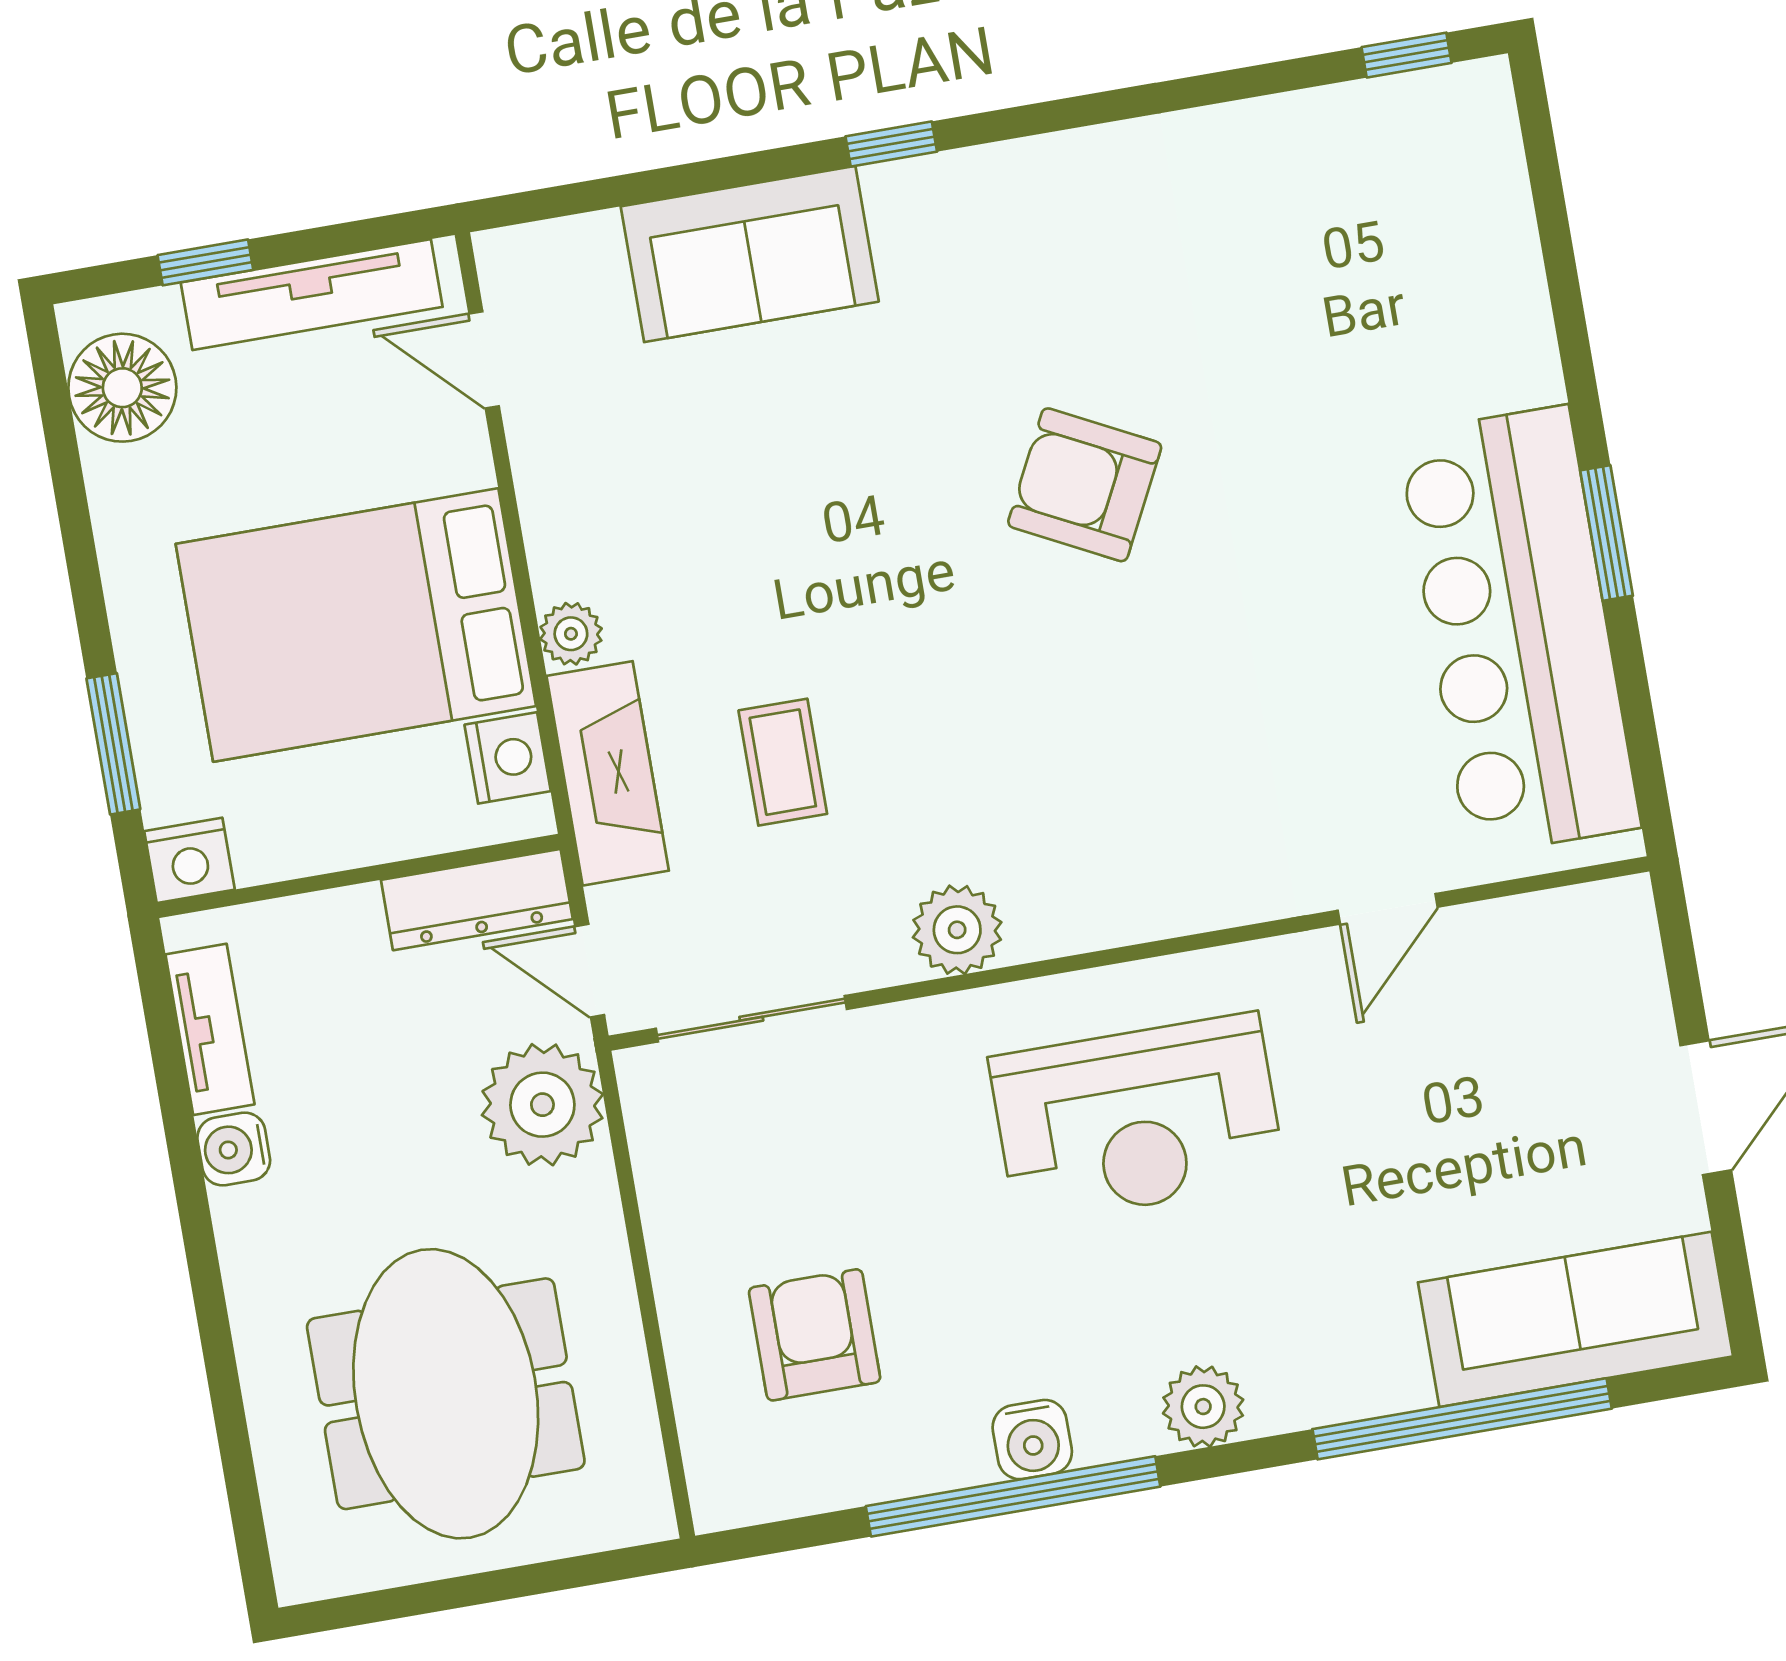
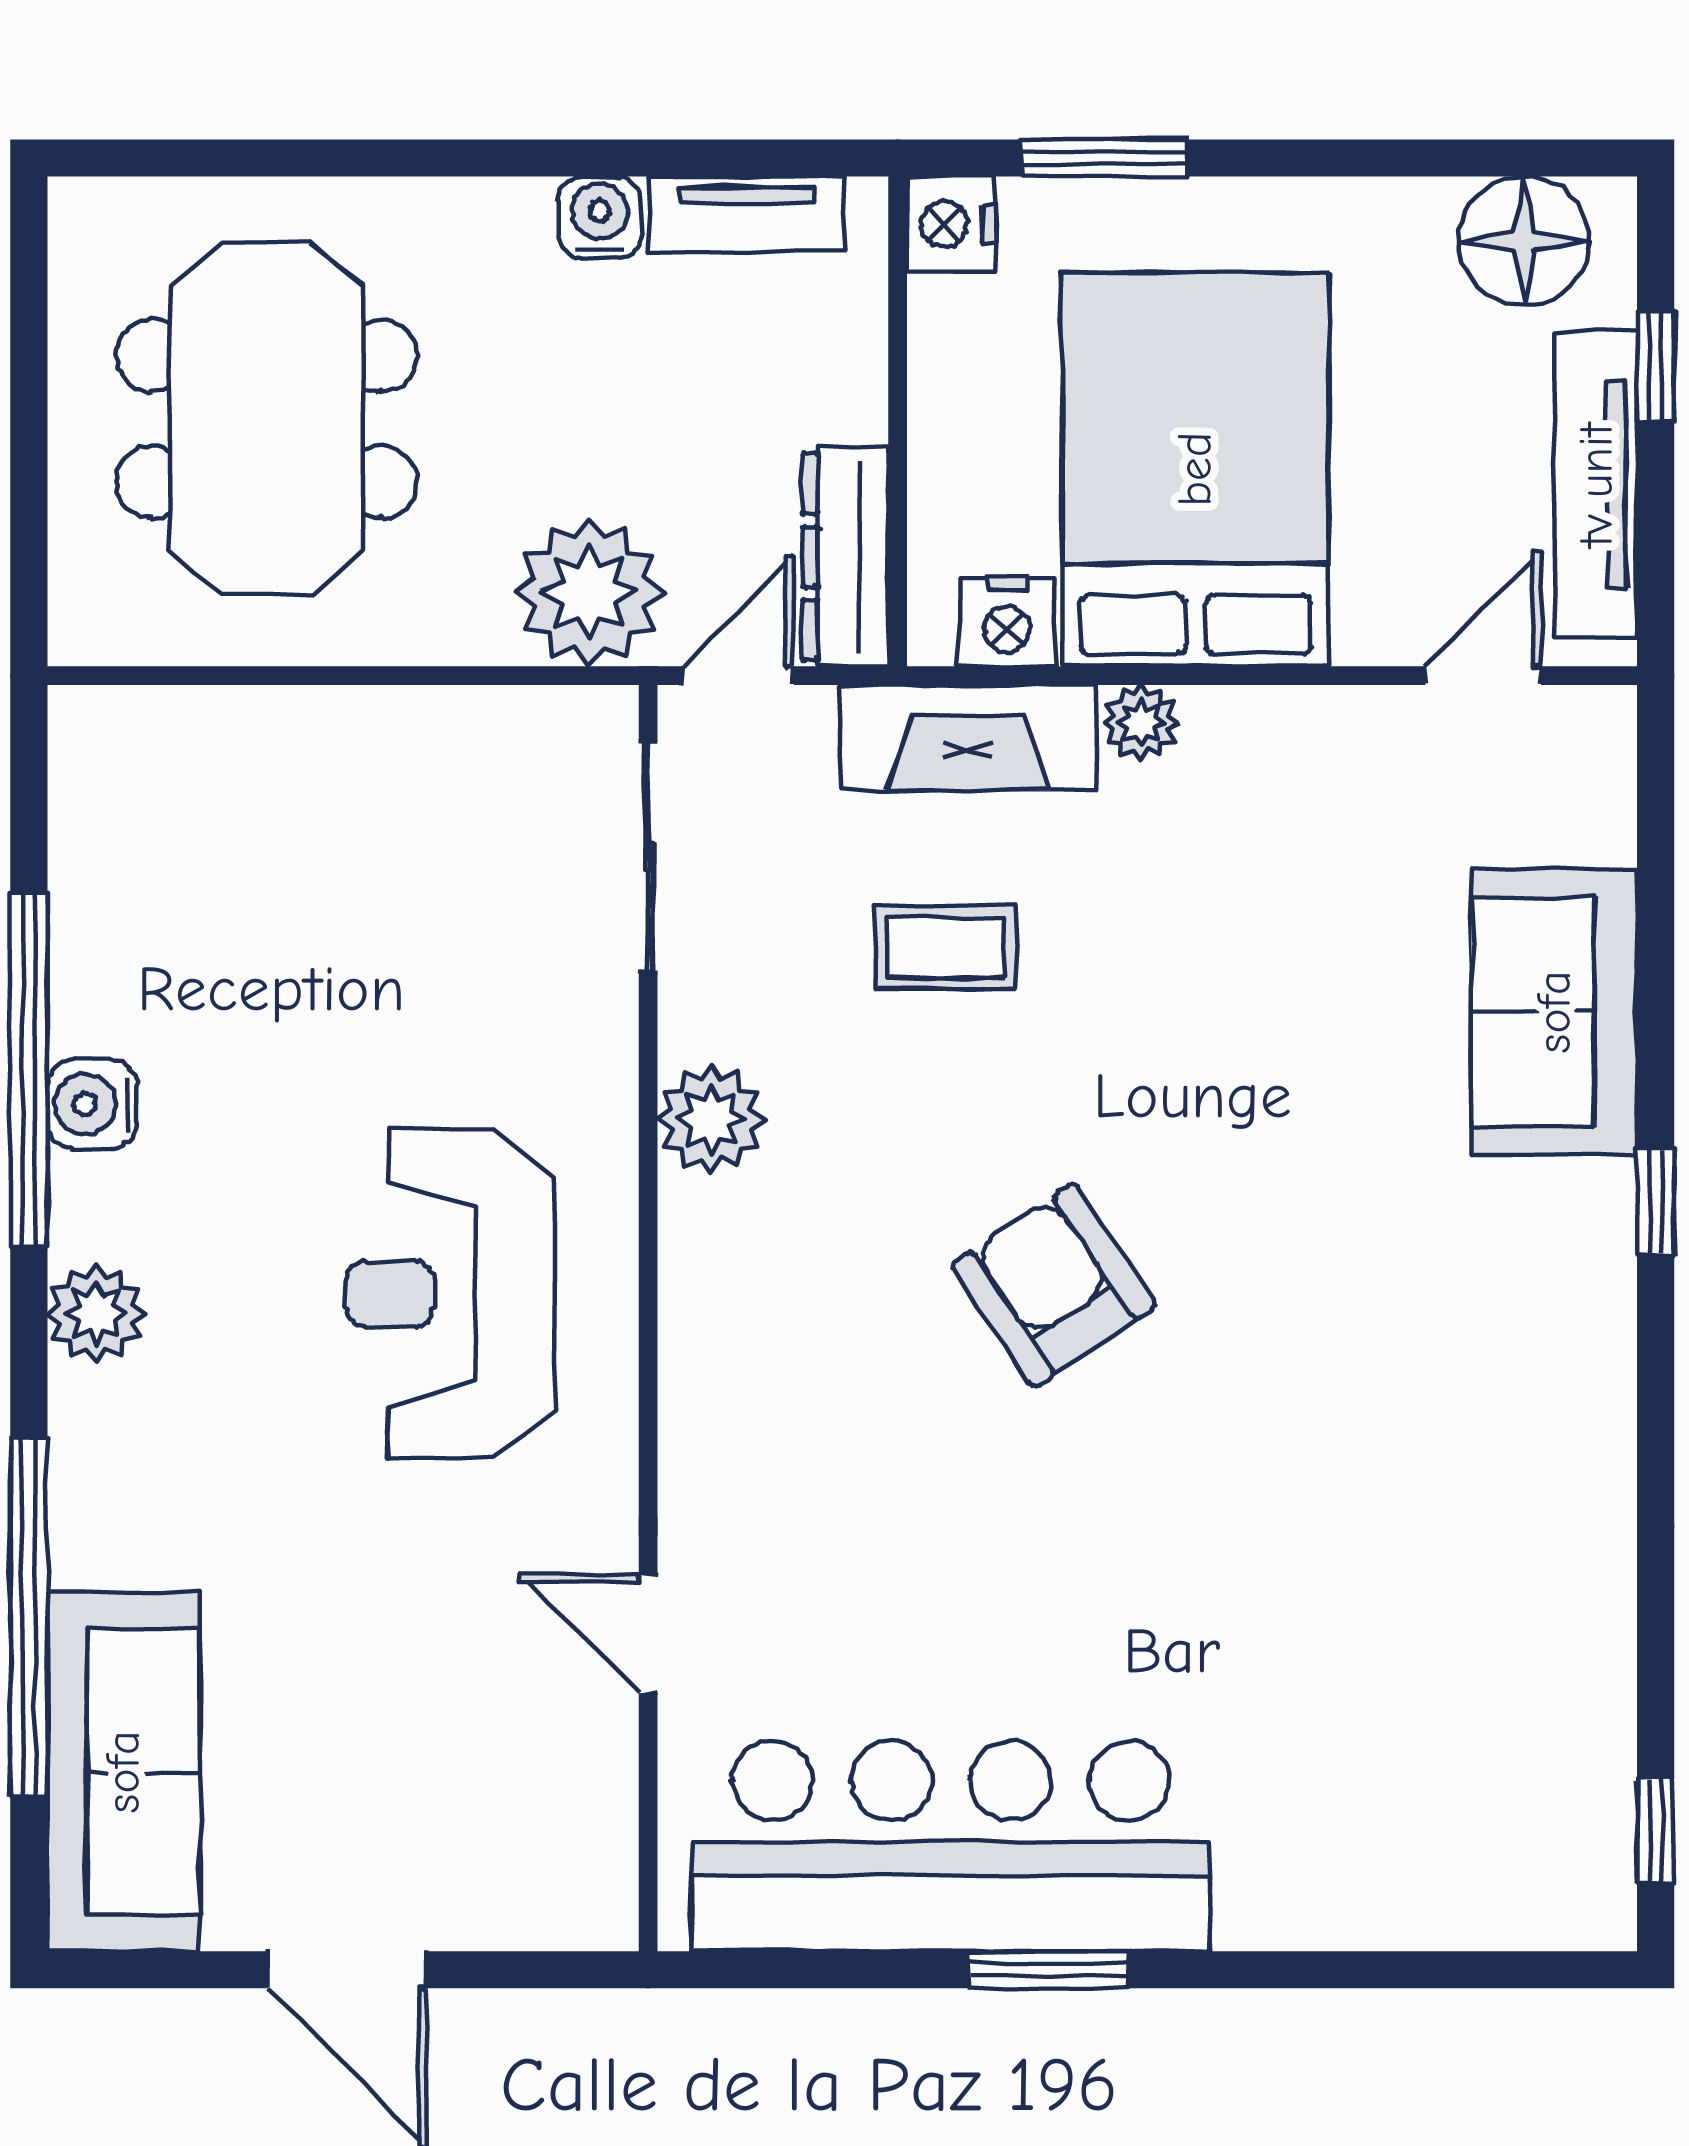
armchair: (1085, 485) -> (1053, 1285), moved, turned -61
armchair: (815, 1335) -> (261, 868), removed
meeting table: (446, 1394) -> (266, 419), turned 90

